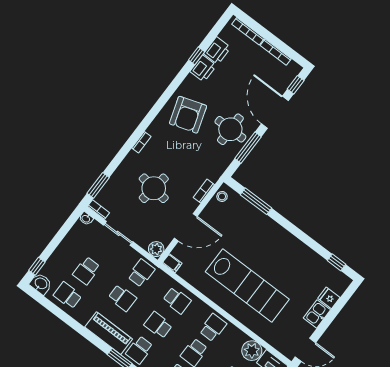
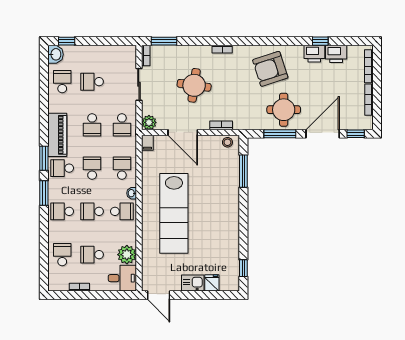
washbasin: (86, 219) -> (132, 193), moved
school desk: (141, 273) -> (122, 125), turned 90
school desk: (177, 300) -> (122, 168), turned 180

